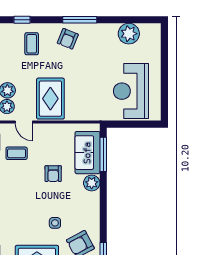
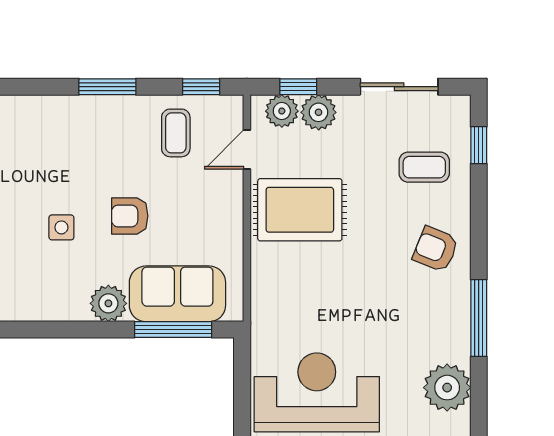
window: (80, 20) -> (479, 318), moved
side table: (55, 223) -> (61, 227), moved

